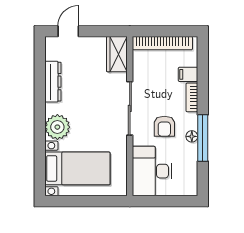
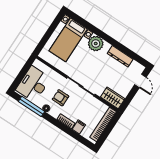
window: (203, 138) -> (32, 106), moved
desk: (152, 171) -> (33, 84), moved, turned -90

